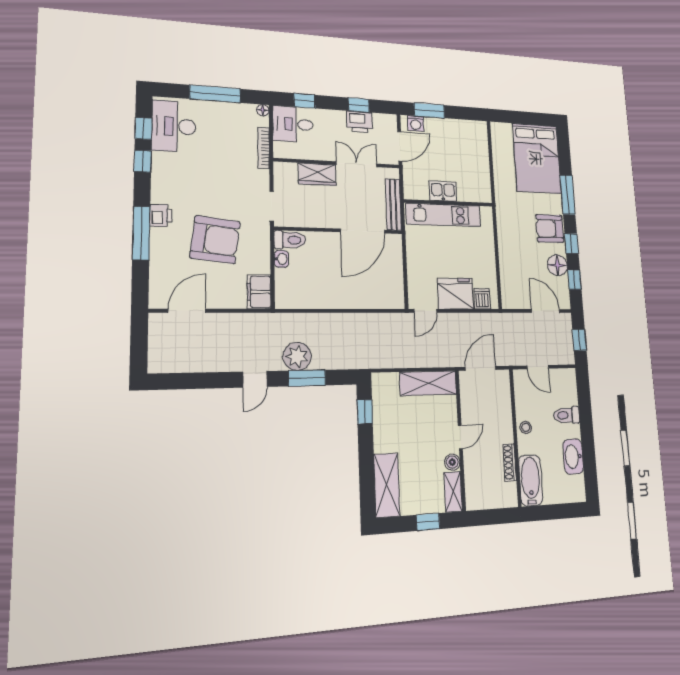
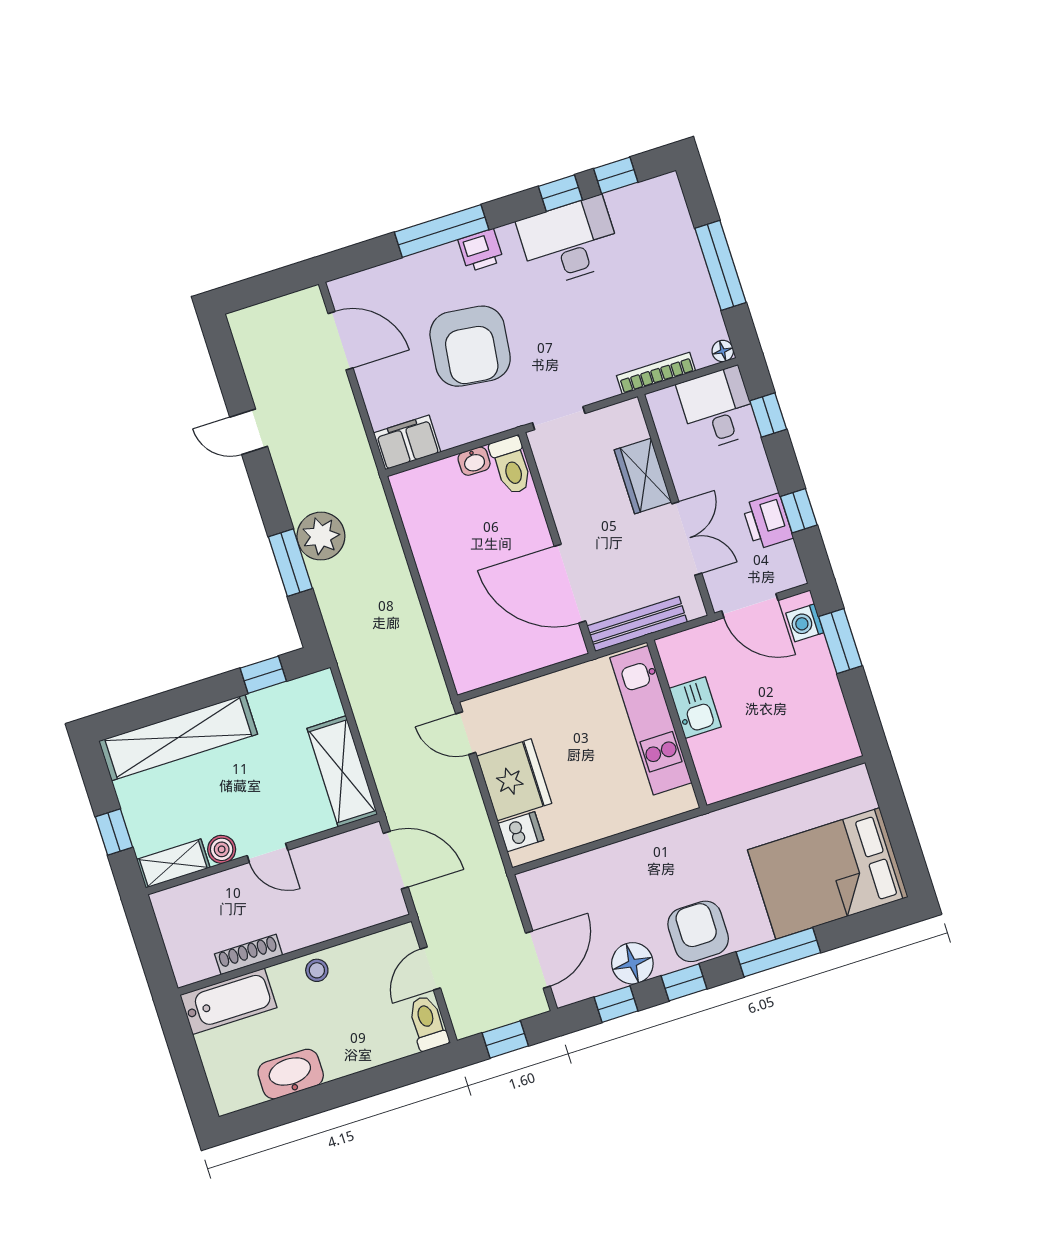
desk: (174, 126) -> (569, 242), moved
door: (255, 379) -> (249, 432), moved
toilet: (567, 415) -> (428, 1023), moved
shelving: (387, 485) -> (178, 738), width x1.47

